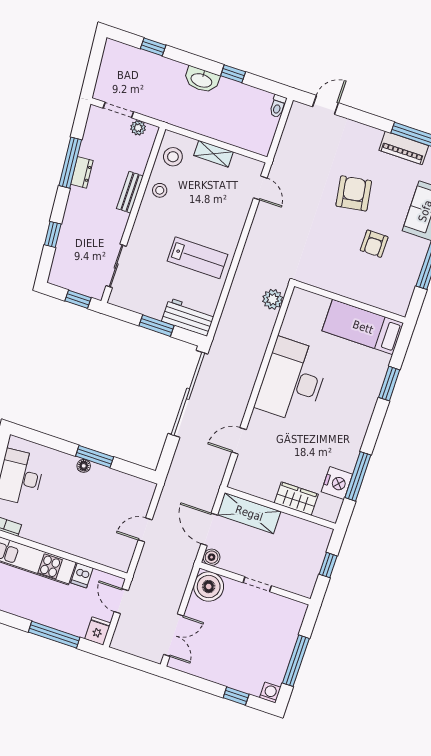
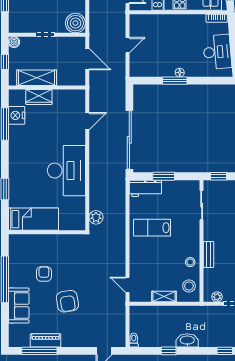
shelving: (249, 513) -> (37, 78), moved
boiler: (212, 557) -> (14, 42), moved

